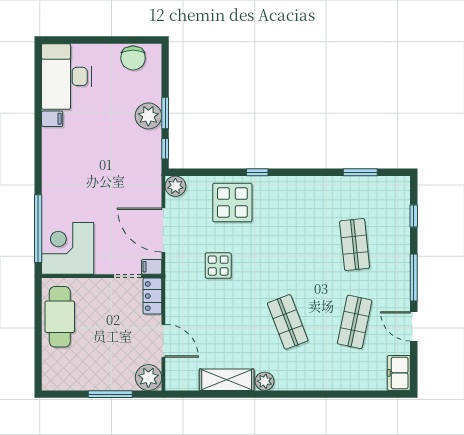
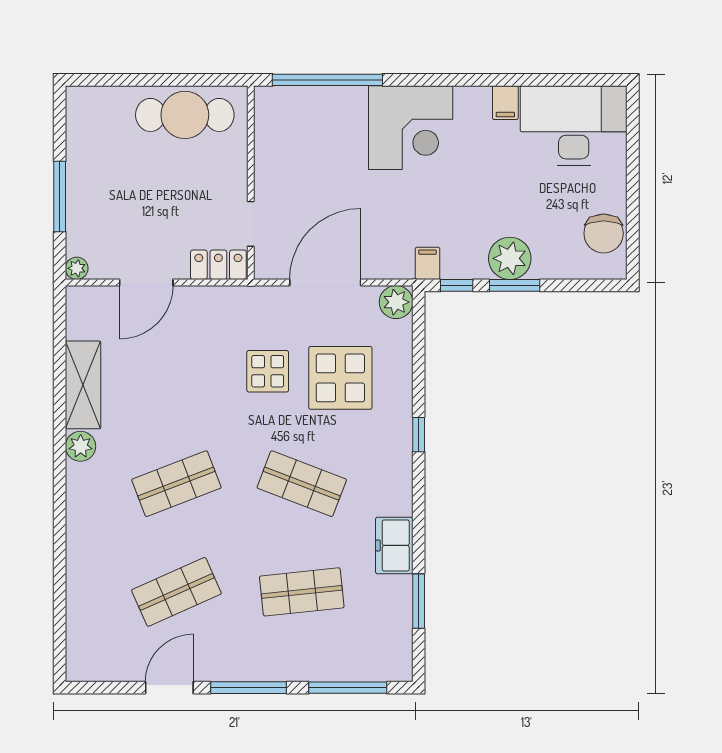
chair: (133, 58) -> (604, 233), turned -90
display table: (232, 202) -> (340, 378), moved
window: (414, 216) -> (348, 688), width x2.17
shop shelf: (288, 245) -> (302, 484), added
corner desk: (68, 248) -> (411, 128), moved, turned 90
filing cabinet: (152, 267) -> (427, 263), moved
shop shelf: (355, 322) -> (176, 592), turned -36
freezer: (399, 373) -> (394, 545), moved, turned -90
plant: (148, 378) -> (77, 268), width x0.53, depth x0.53

